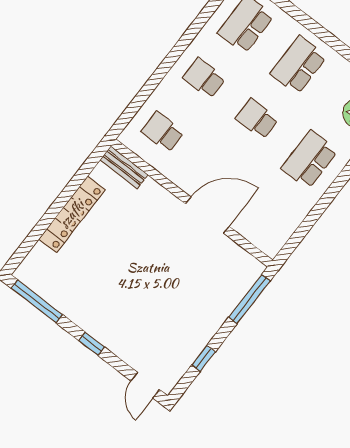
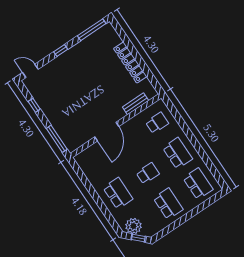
school desk: (204, 78) -> (177, 153), width x1.85
bench: (124, 167) -> (136, 104), moved

